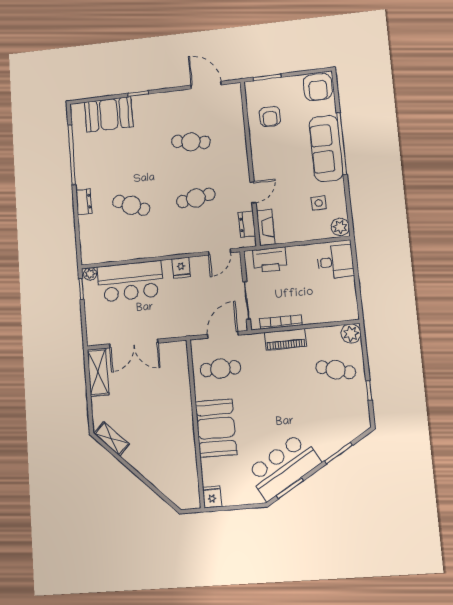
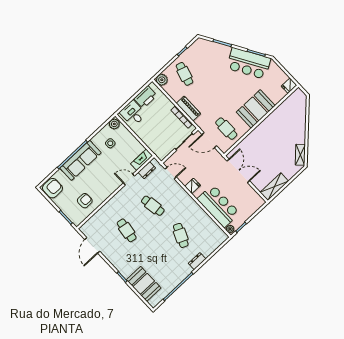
printer: (270, 260) -> (145, 97), moved, turned 90
double door: (134, 344) -> (238, 171), moved

